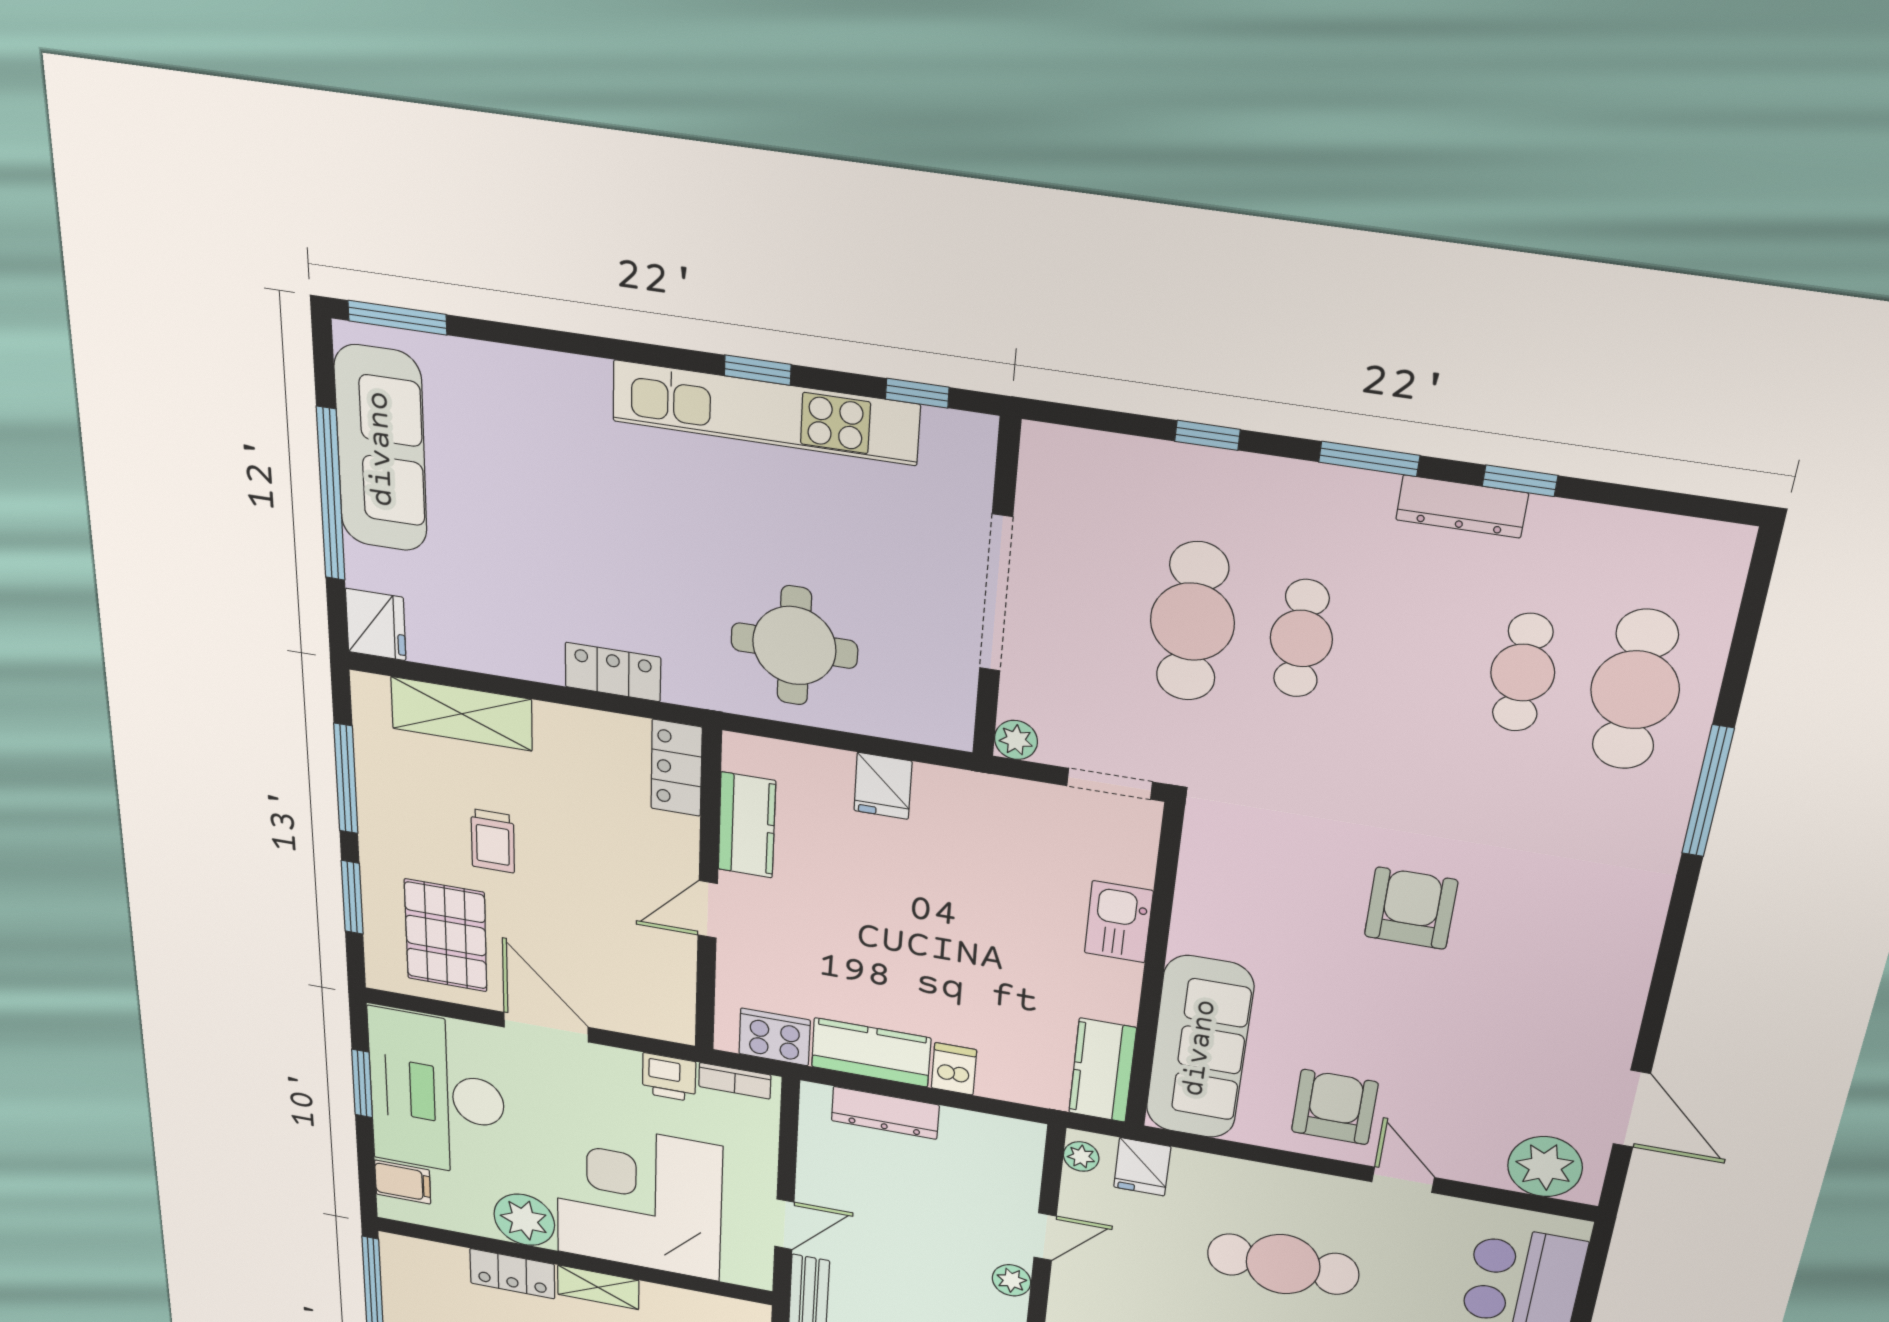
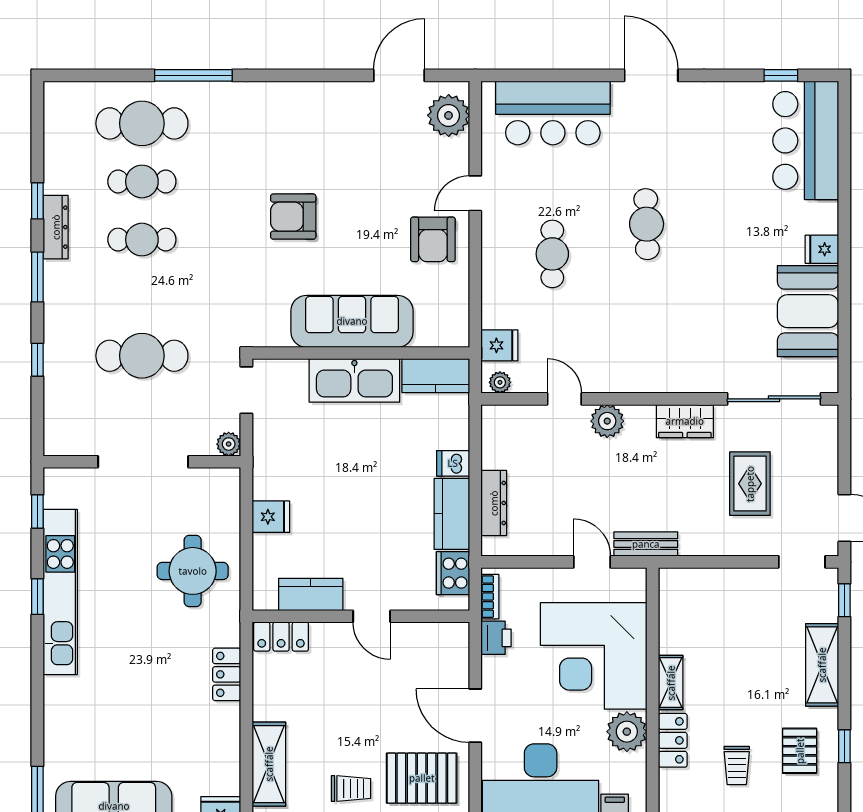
cafe table: (1301, 639) -> (142, 240), moved
trolley: (493, 841) -> (351, 789), moved
kitchen sink: (1119, 922) -> (354, 380), width x1.88, depth x1.24
door: (546, 1027) -> (475, 716), hinge flipped
sofa: (1200, 1048) -> (352, 321), moved
armchair: (1335, 1107) -> (433, 239), turned -90
cafe table: (1283, 1264) -> (552, 254), width x0.73, depth x0.74
plant: (1012, 1280) -> (607, 421), width x1.38, depth x1.38

